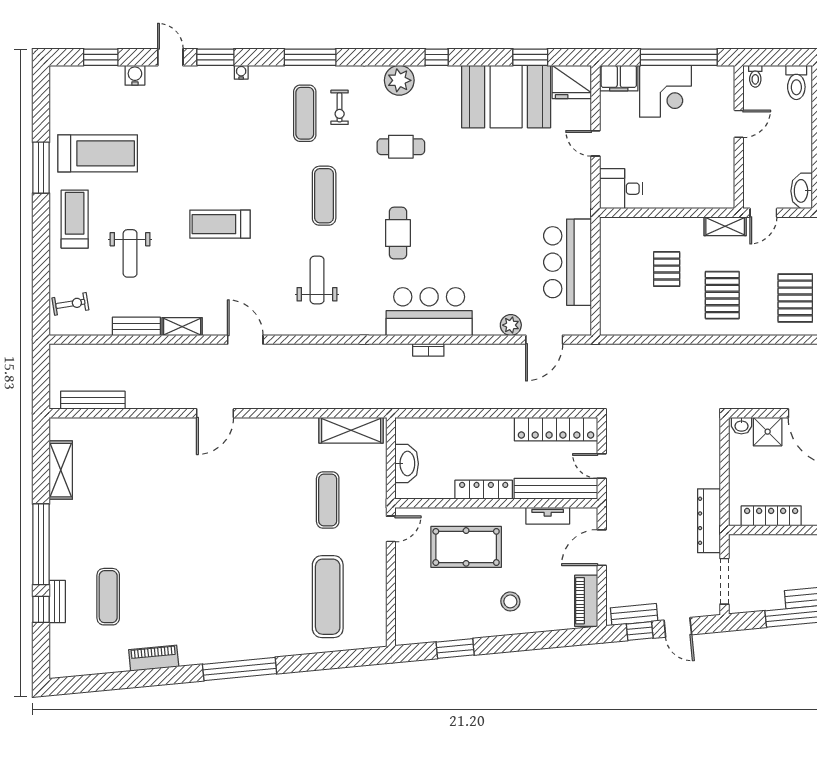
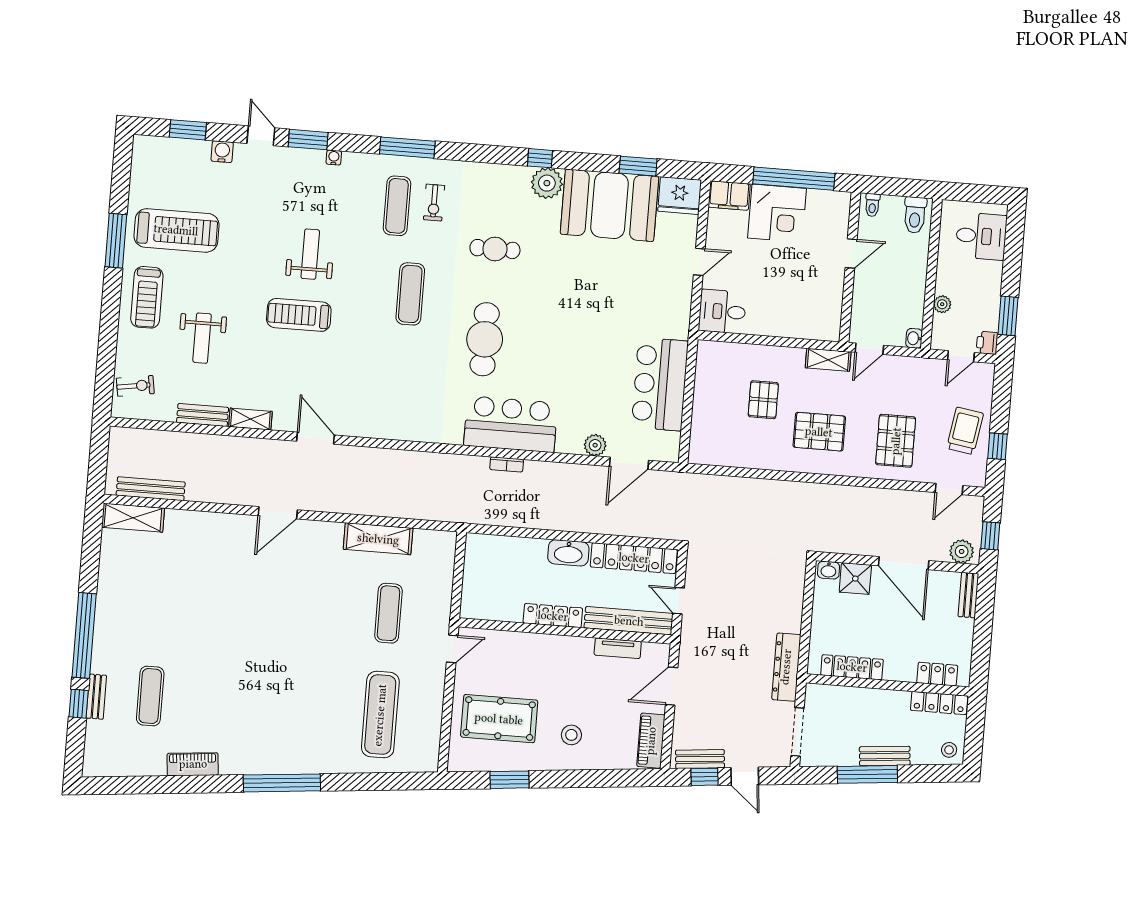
plant: (399, 80) -> (547, 183), moved
door: (596, 143) -> (699, 262), swing flipped
washbasin: (802, 191) -> (914, 338), width x0.52, depth x0.69
treadmill: (75, 219) -> (147, 297), turned 180
cafe table: (398, 233) -> (485, 339), width x1.37, depth x1.35
weight bench: (317, 280) -> (310, 254), moved
pallet: (722, 295) -> (819, 432), turned 90
shelving: (351, 430) -> (378, 539), moved
washbasin: (407, 464) -> (568, 553), moved, turned 90
shelving: (61, 470) -> (133, 518), moved, turned 90
pool table: (466, 547) -> (499, 719), moved

